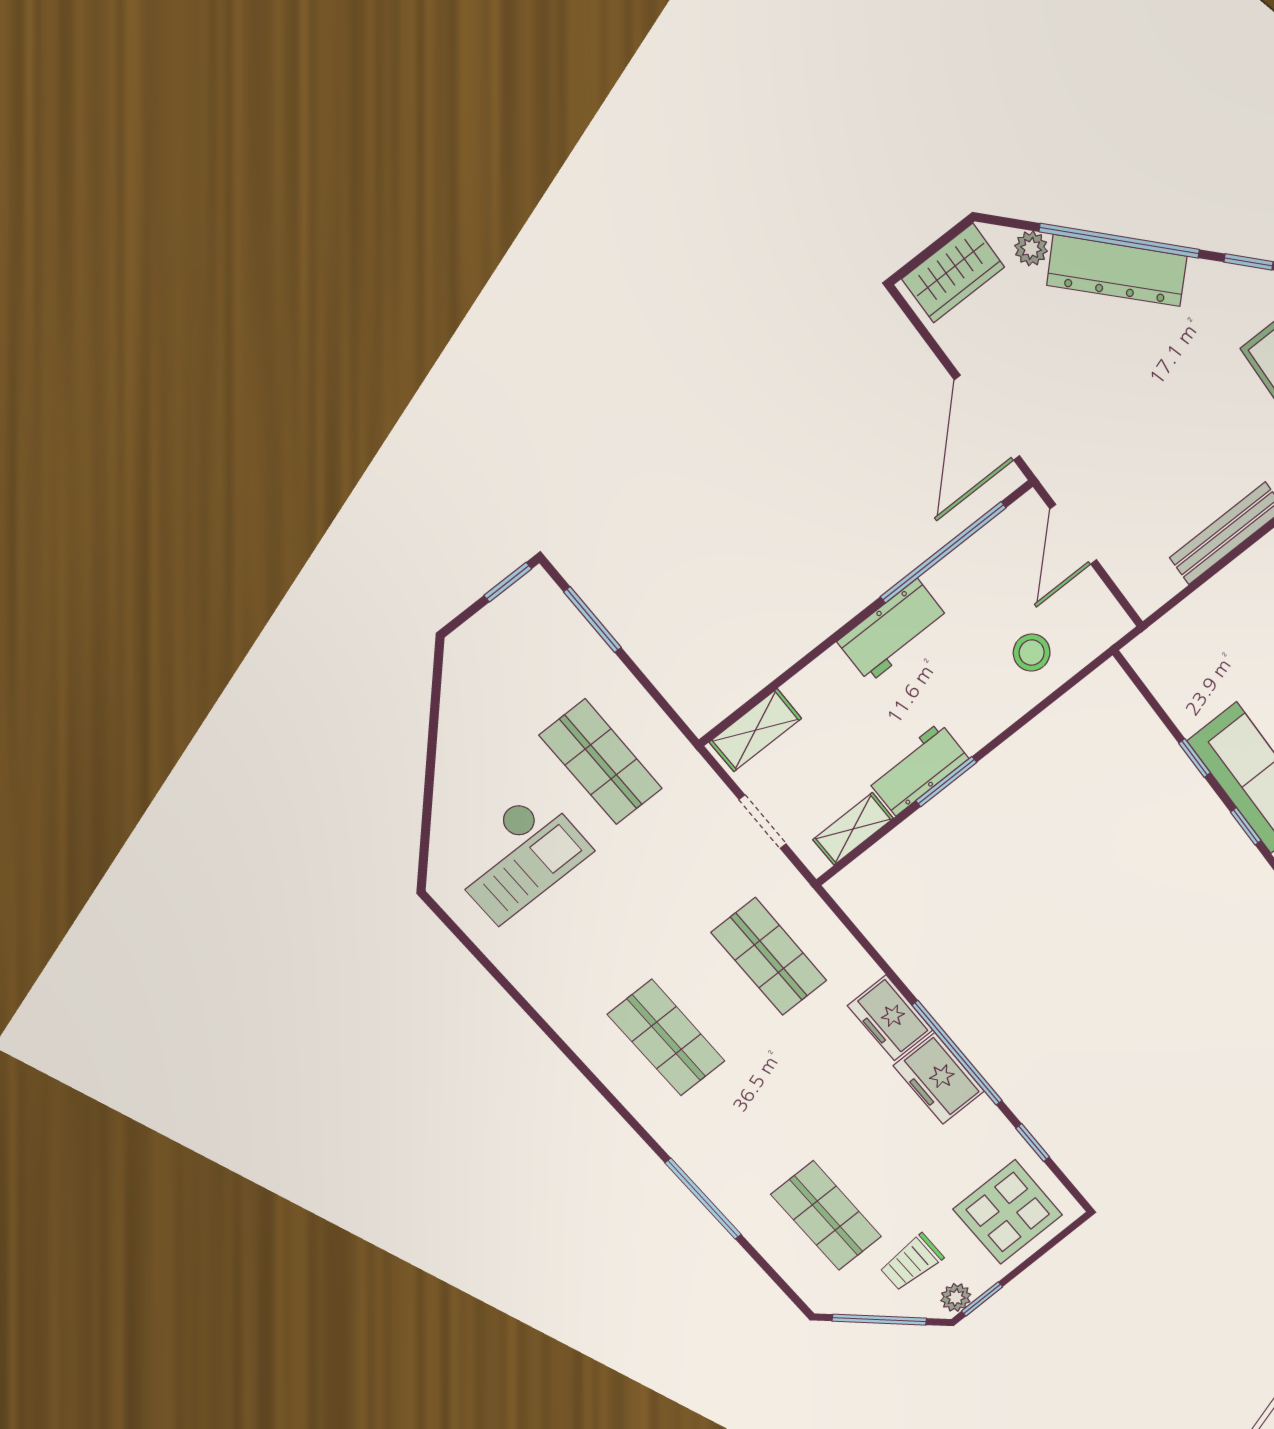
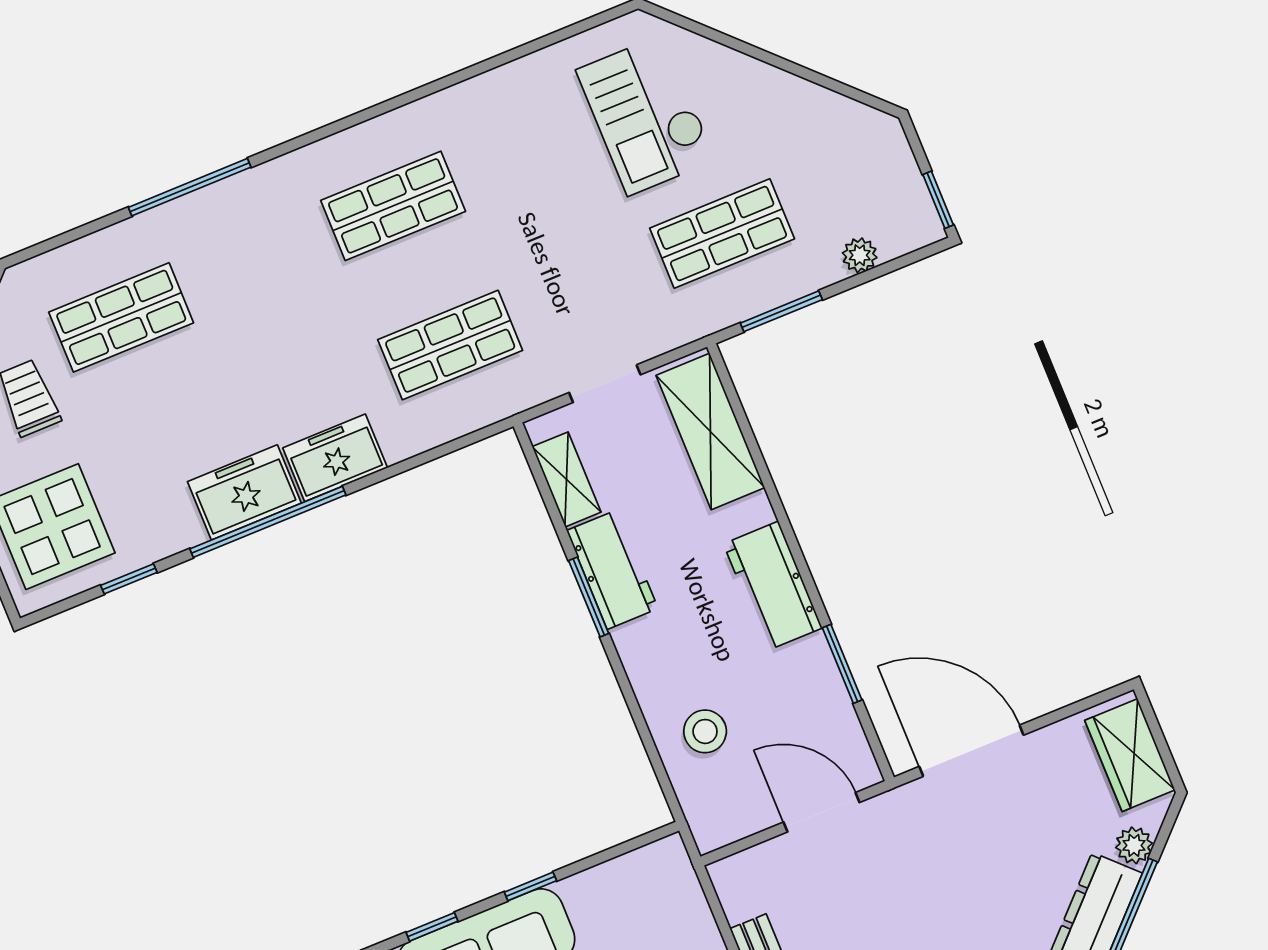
window: (943, 552) -> (842, 664), width x0.47
window: (593, 620) -> (781, 311), moved
plant: (581, 638) -> (860, 255), added
shelving: (755, 730) -> (710, 431), width x1.50, depth x1.33

